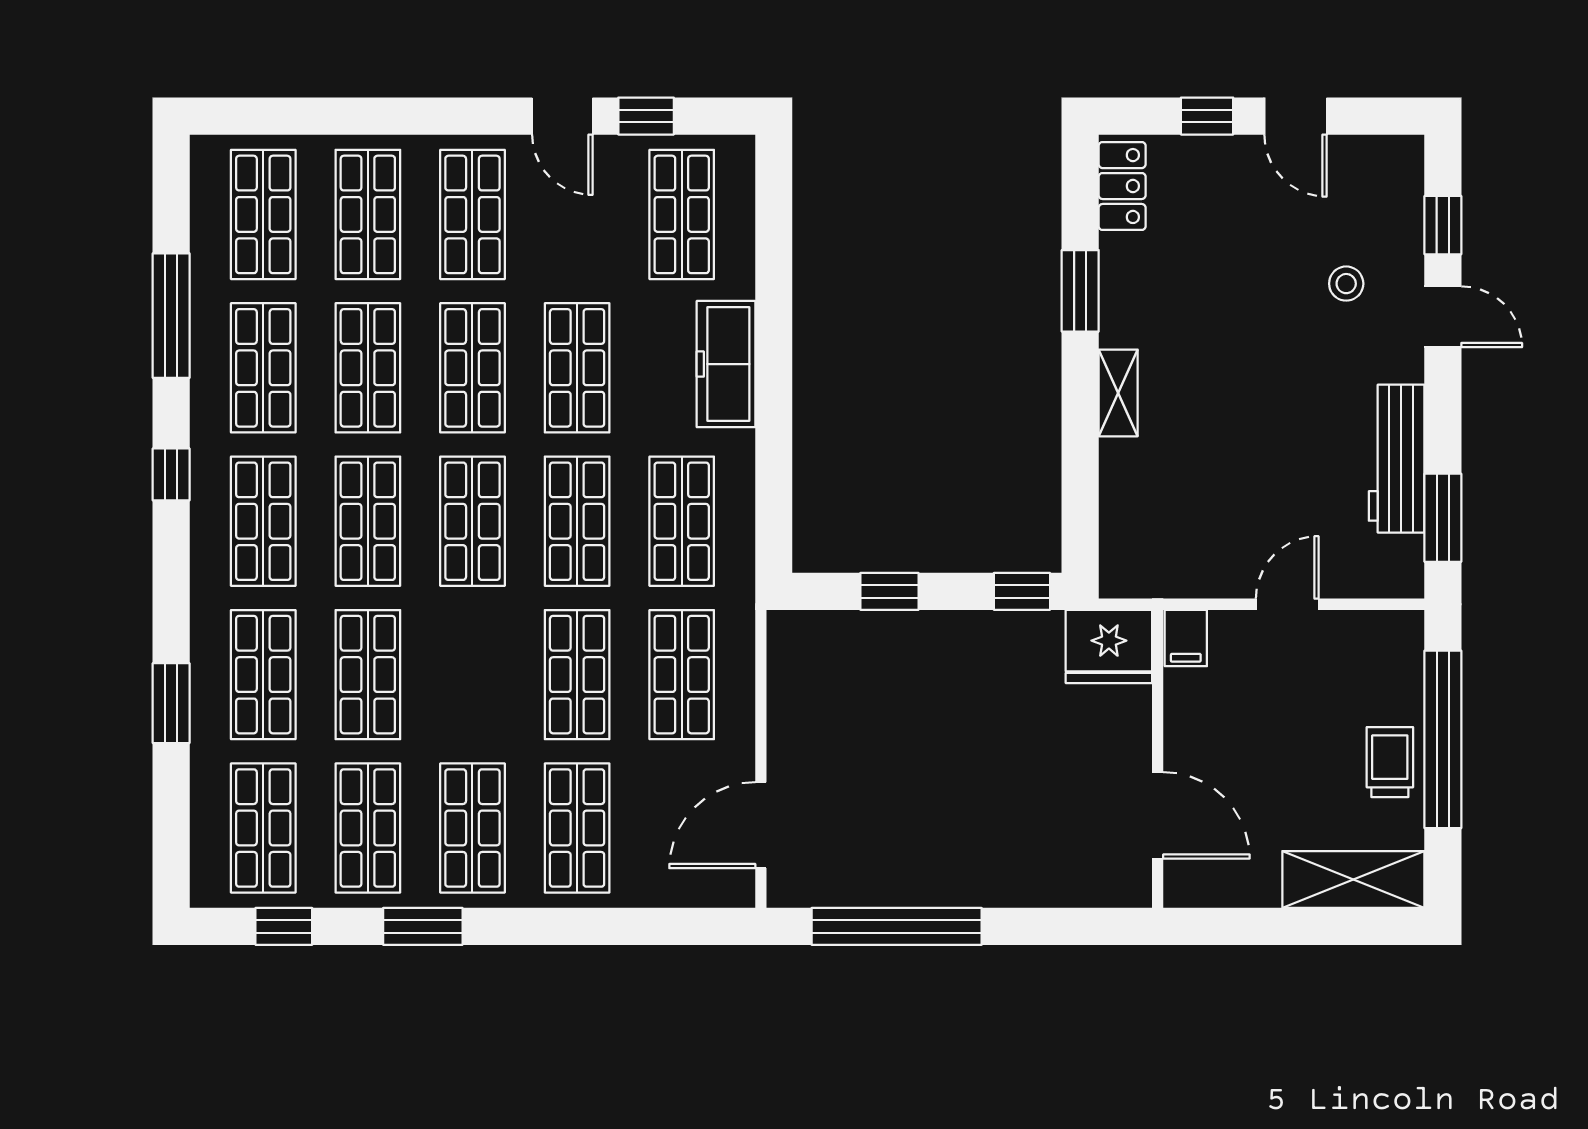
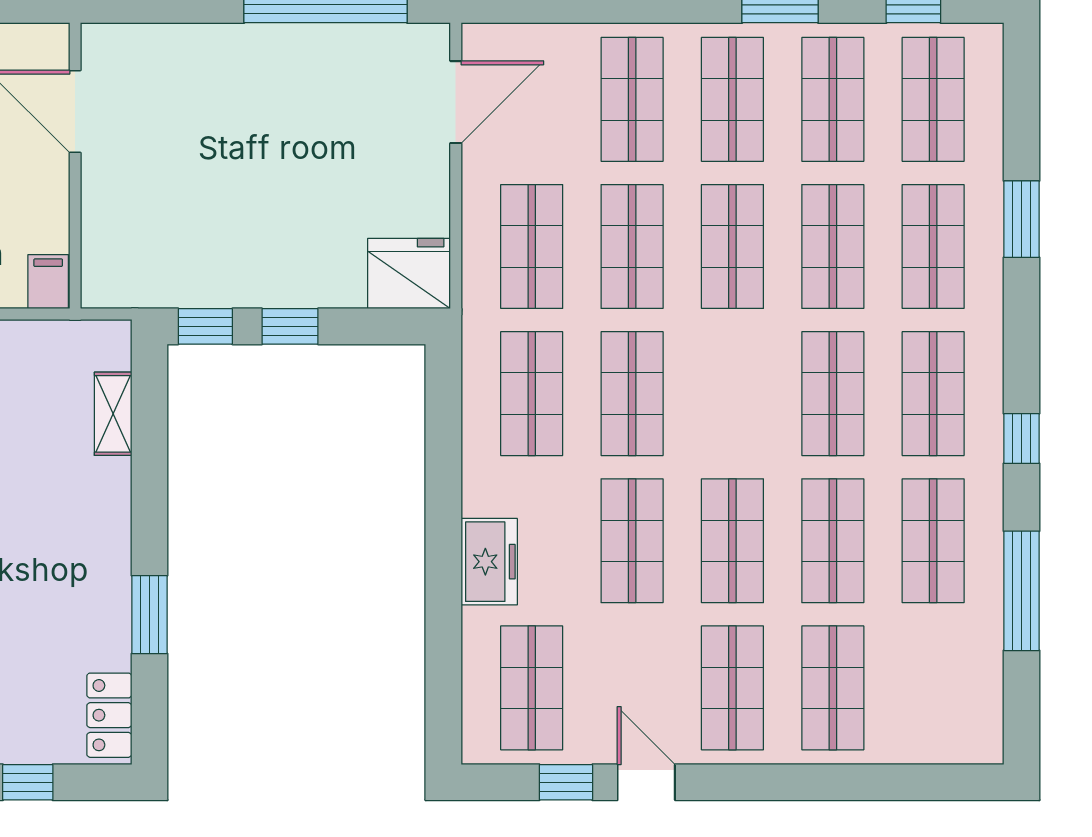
shop shelf: (263, 214) -> (933, 688), removed
freezer: (726, 364) -> (489, 562), width x0.71
shelving: (1118, 393) -> (113, 414), moved
shop shelf: (472, 521) -> (732, 246), moved
window: (889, 591) -> (290, 326), moved
fridge: (1109, 646) -> (409, 274), moved

